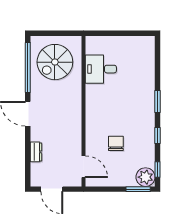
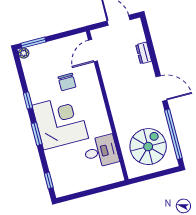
corner desk: (132, 107) -> (60, 122), added
door: (84, 167) -> (93, 51), hinge flipped
window: (158, 169) -> (49, 180), moved
plant: (146, 177) -> (24, 53), width x0.53, depth x0.53

